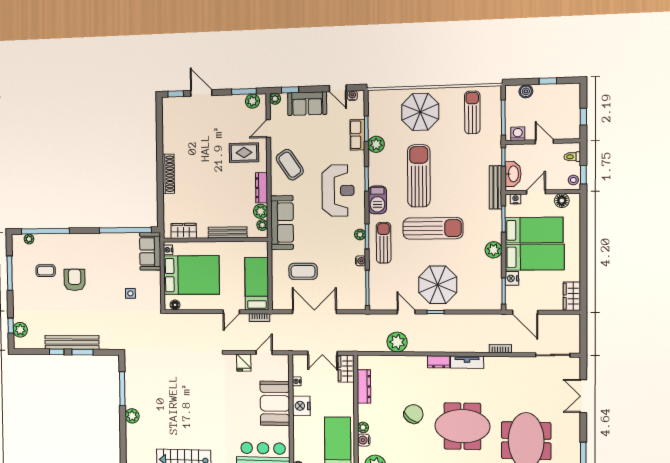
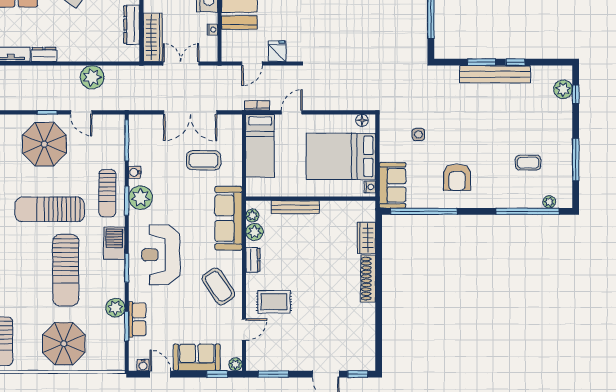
plant: (252, 101) -> (263, 362), removed
dresser: (262, 188) -> (253, 260), width x0.70
wardrobe: (184, 231) -> (366, 238), moved, turned 90
plant: (360, 234) -> (141, 198), width x1.87, depth x1.87
armchair: (75, 280) -> (457, 177), moved
wardrobe: (346, 369) -> (153, 37), width x1.50

